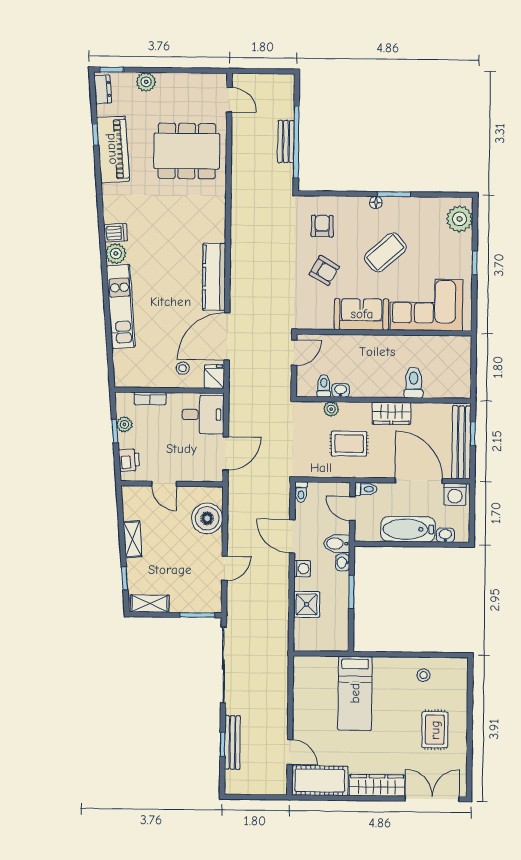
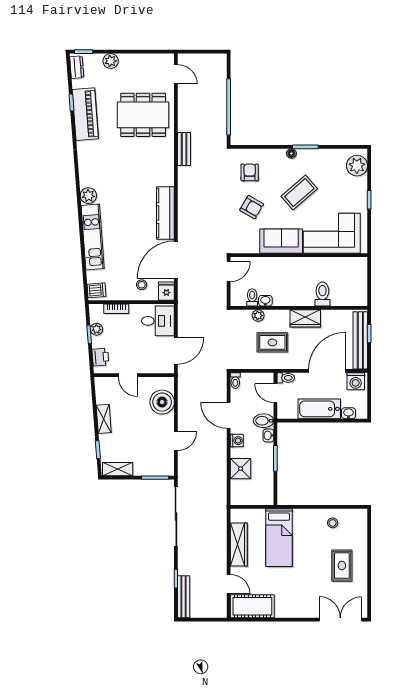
bench: (286, 141) -> (184, 149), moved
dishwasher: (116, 233) -> (96, 290), moved
door: (419, 481) -> (327, 371), hinge flipped
bench: (232, 742) -> (184, 597), moved
wardrobe: (377, 785) -> (239, 545), moved, turned 90

